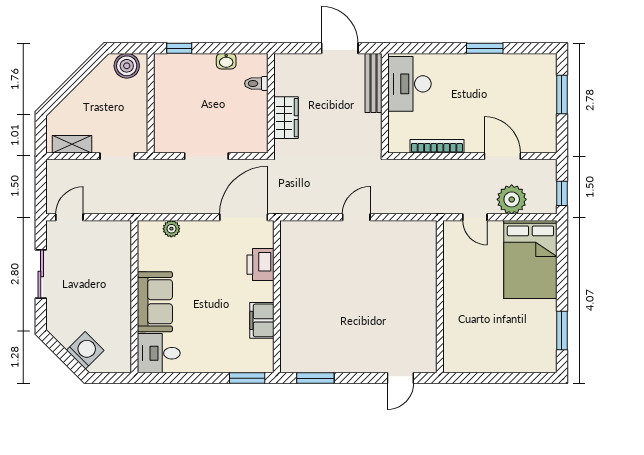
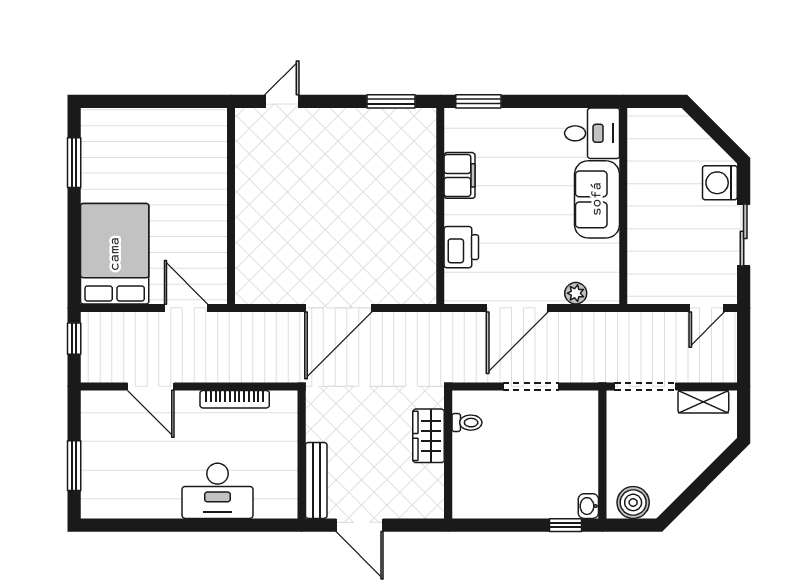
window: (485, 48) -> (173, 525), removed
washbasin: (226, 61) -> (588, 506), moved, turned -90
toilet: (256, 83) -> (467, 423), moved
desk: (409, 84) -> (218, 491), moved, turned 90
doorway: (117, 156) -> (645, 386), width x1.38
plant: (512, 199) -> (139, 331), removed
door: (244, 217) -> (517, 308), moved
door: (356, 217) -> (338, 308), width x1.87
door: (475, 217) -> (186, 308), width x1.38
washing machine: (85, 350) -> (720, 183), moved, turned 45

